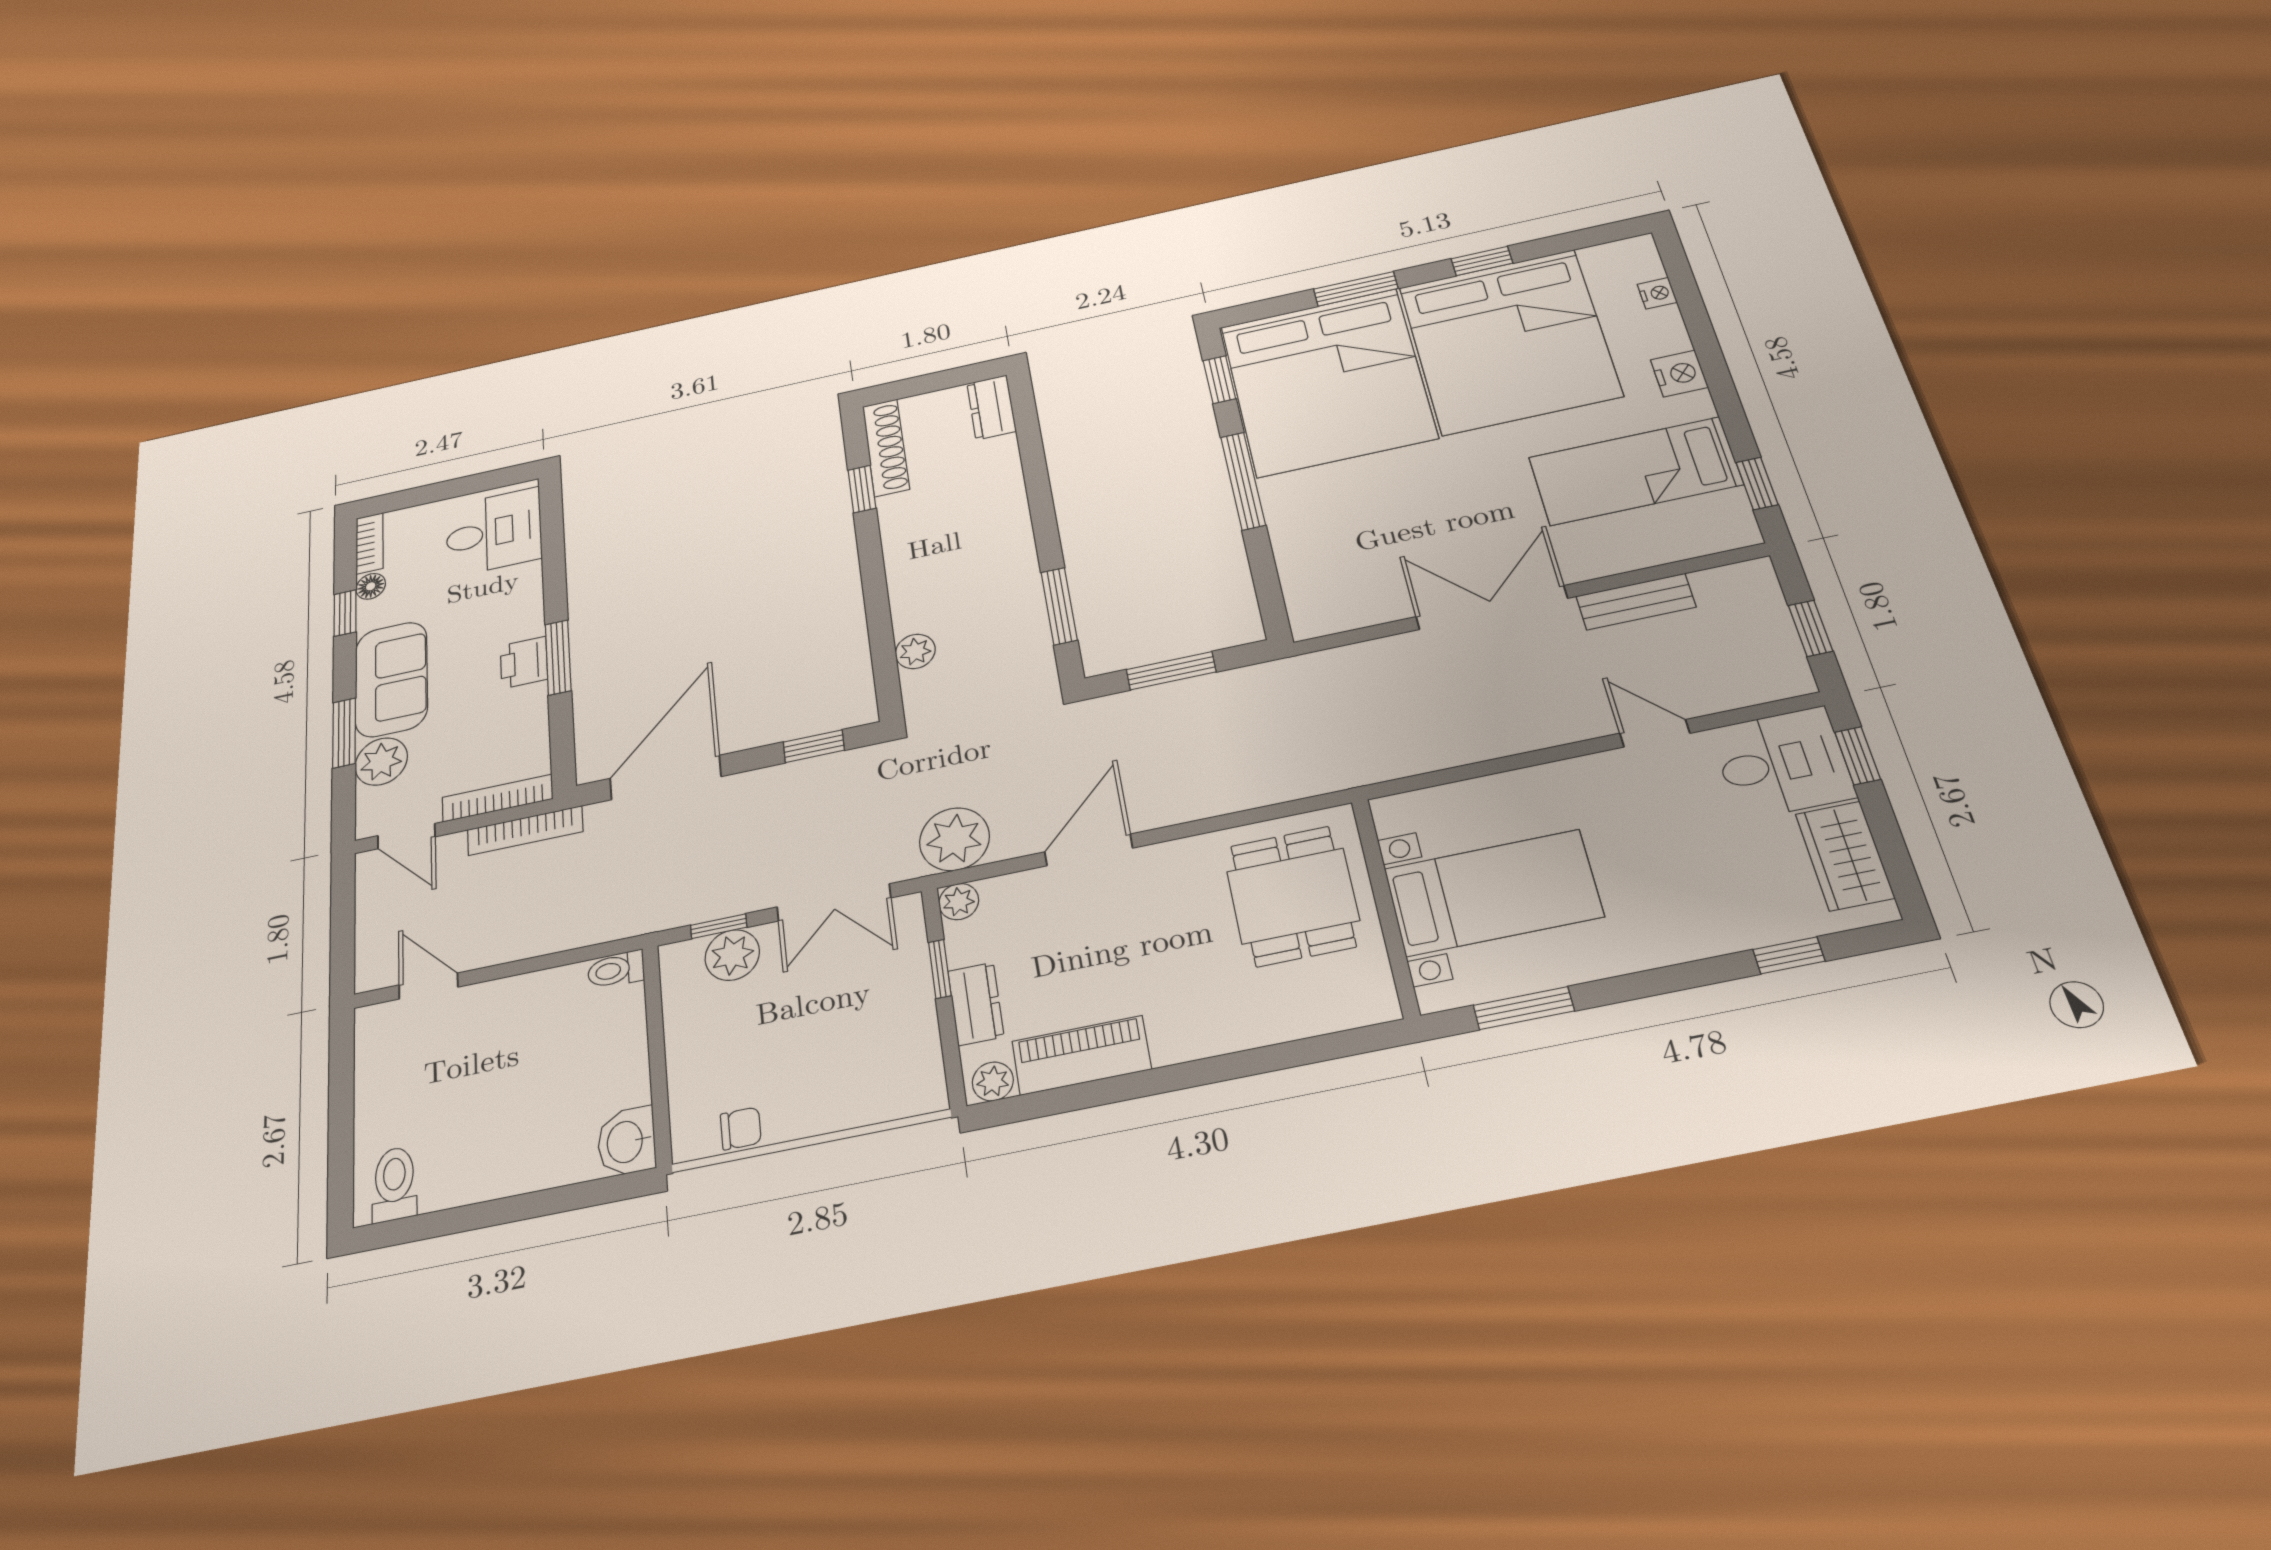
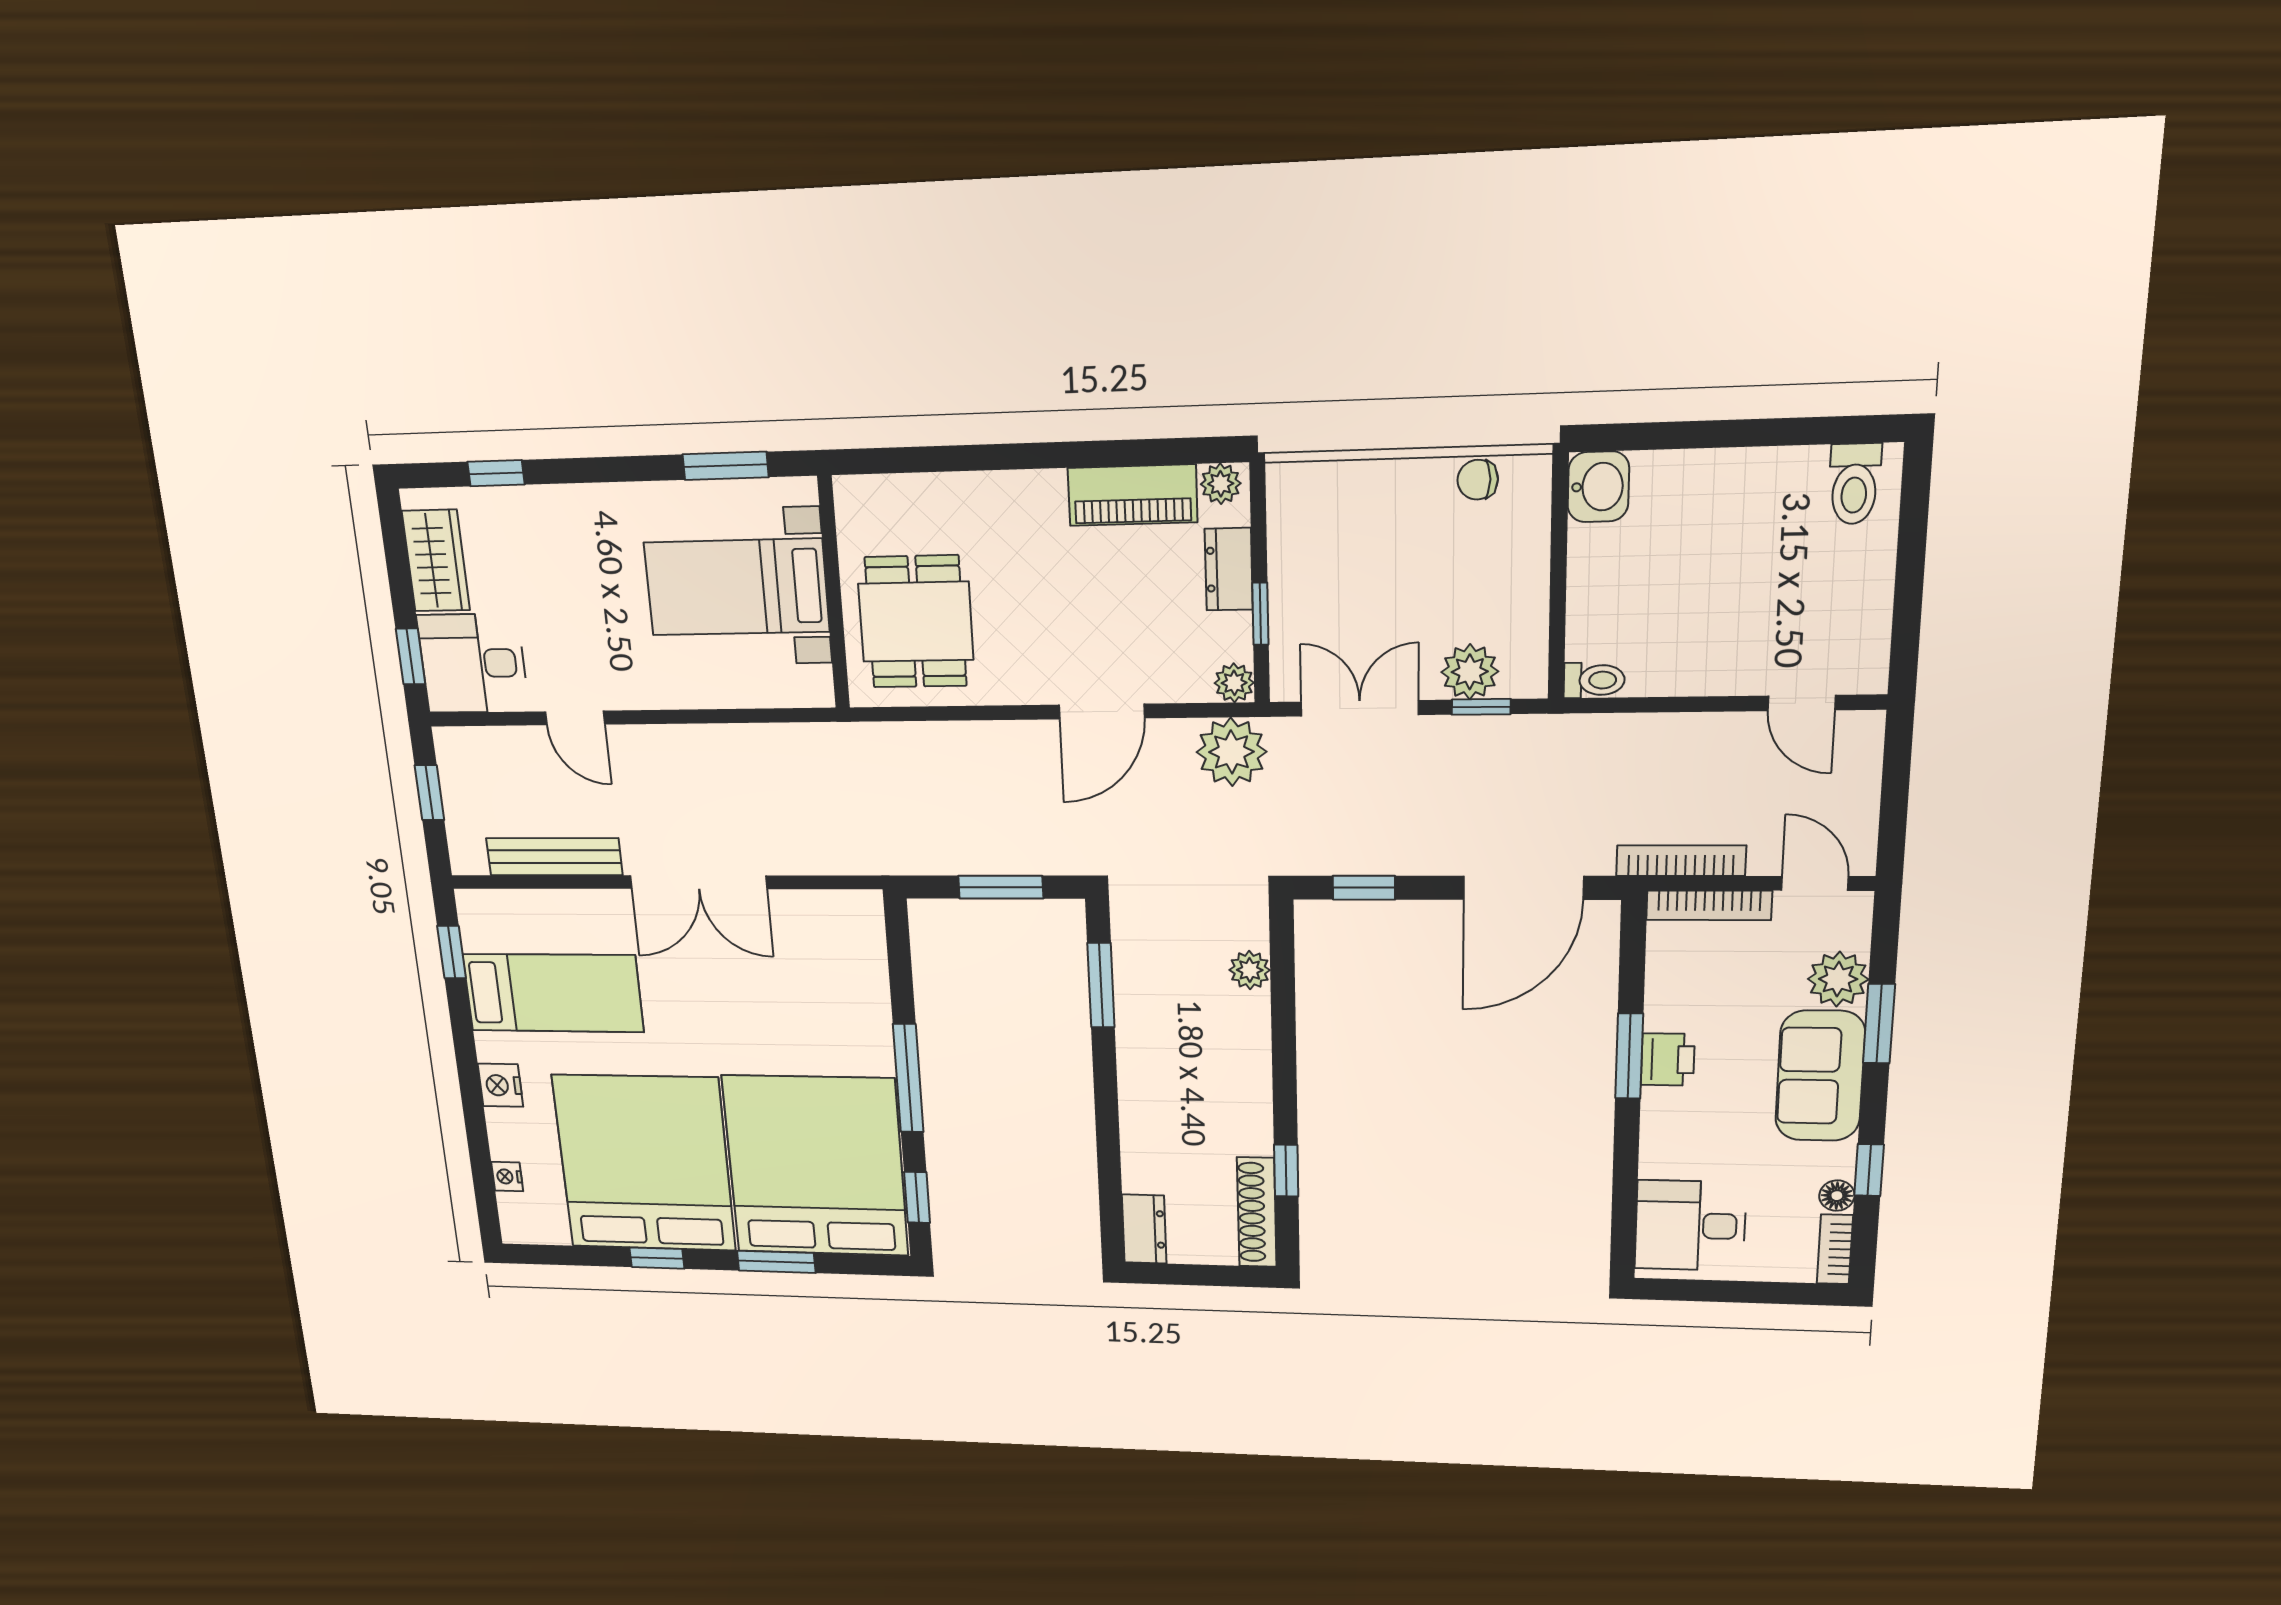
bench: (1636, 602) -> (554, 857), width x1.36

